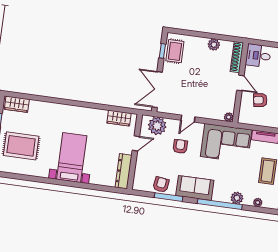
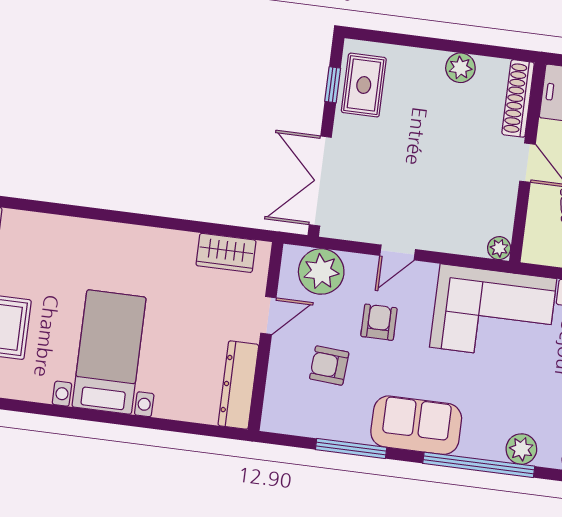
armchair: (161, 185) -> (329, 366), moved, turned -94

